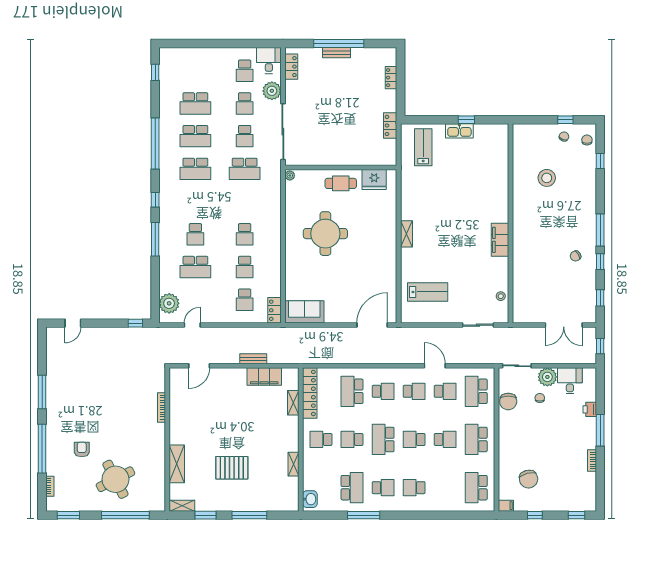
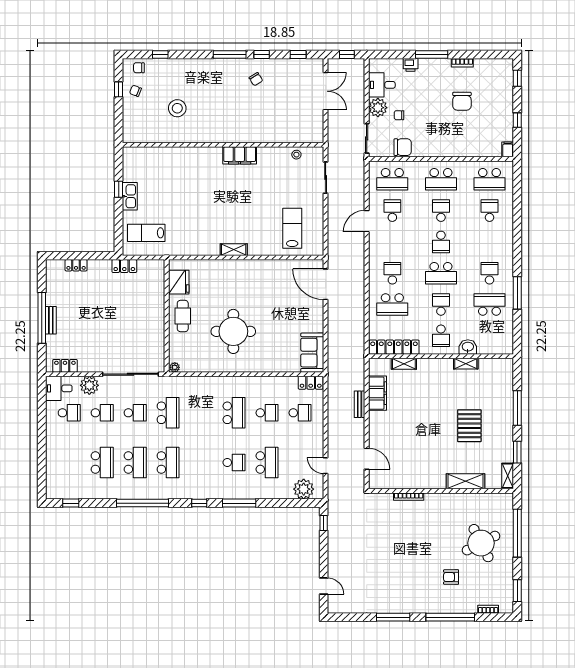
school desk: (245, 234) -> (234, 413), width x1.85
school desk: (414, 391) -> (392, 242), removed
school desk: (352, 439) -> (441, 305), turned 180
chair: (529, 479) -> (462, 101), moved, turned 104
school desk: (414, 488) -> (490, 211), moved, turned 180
washbasin: (310, 499) -> (468, 347), moved

